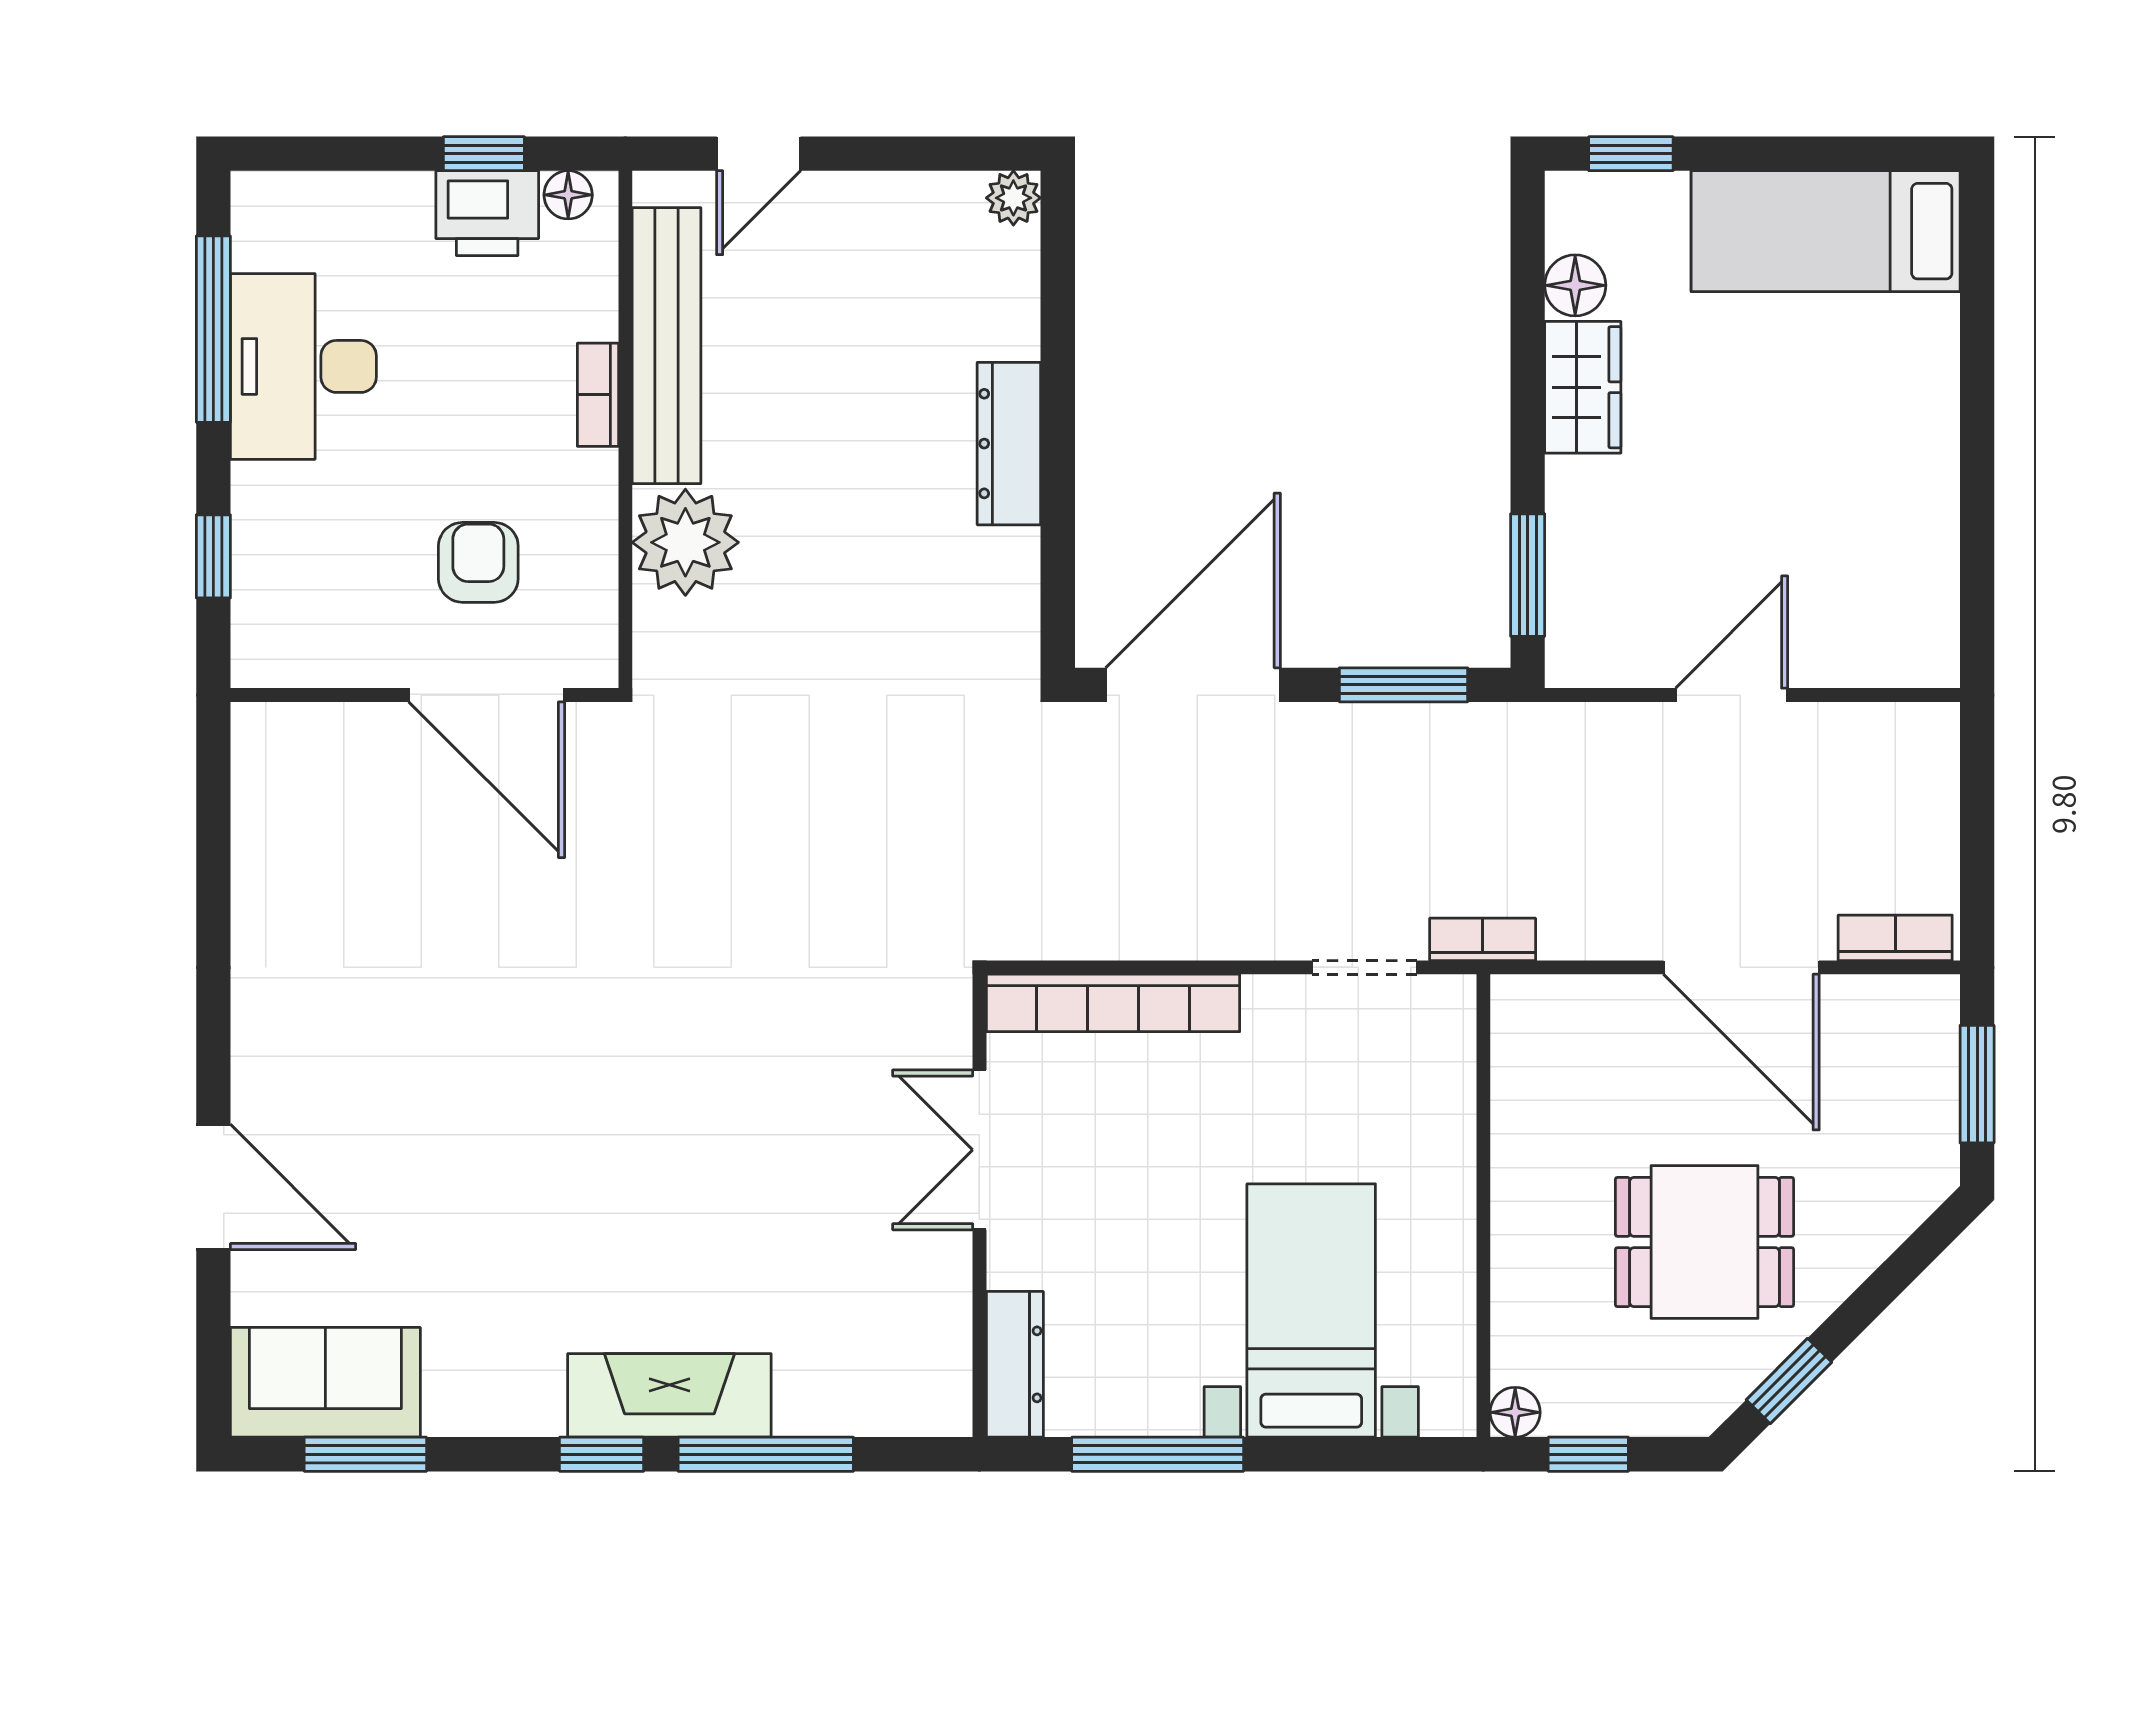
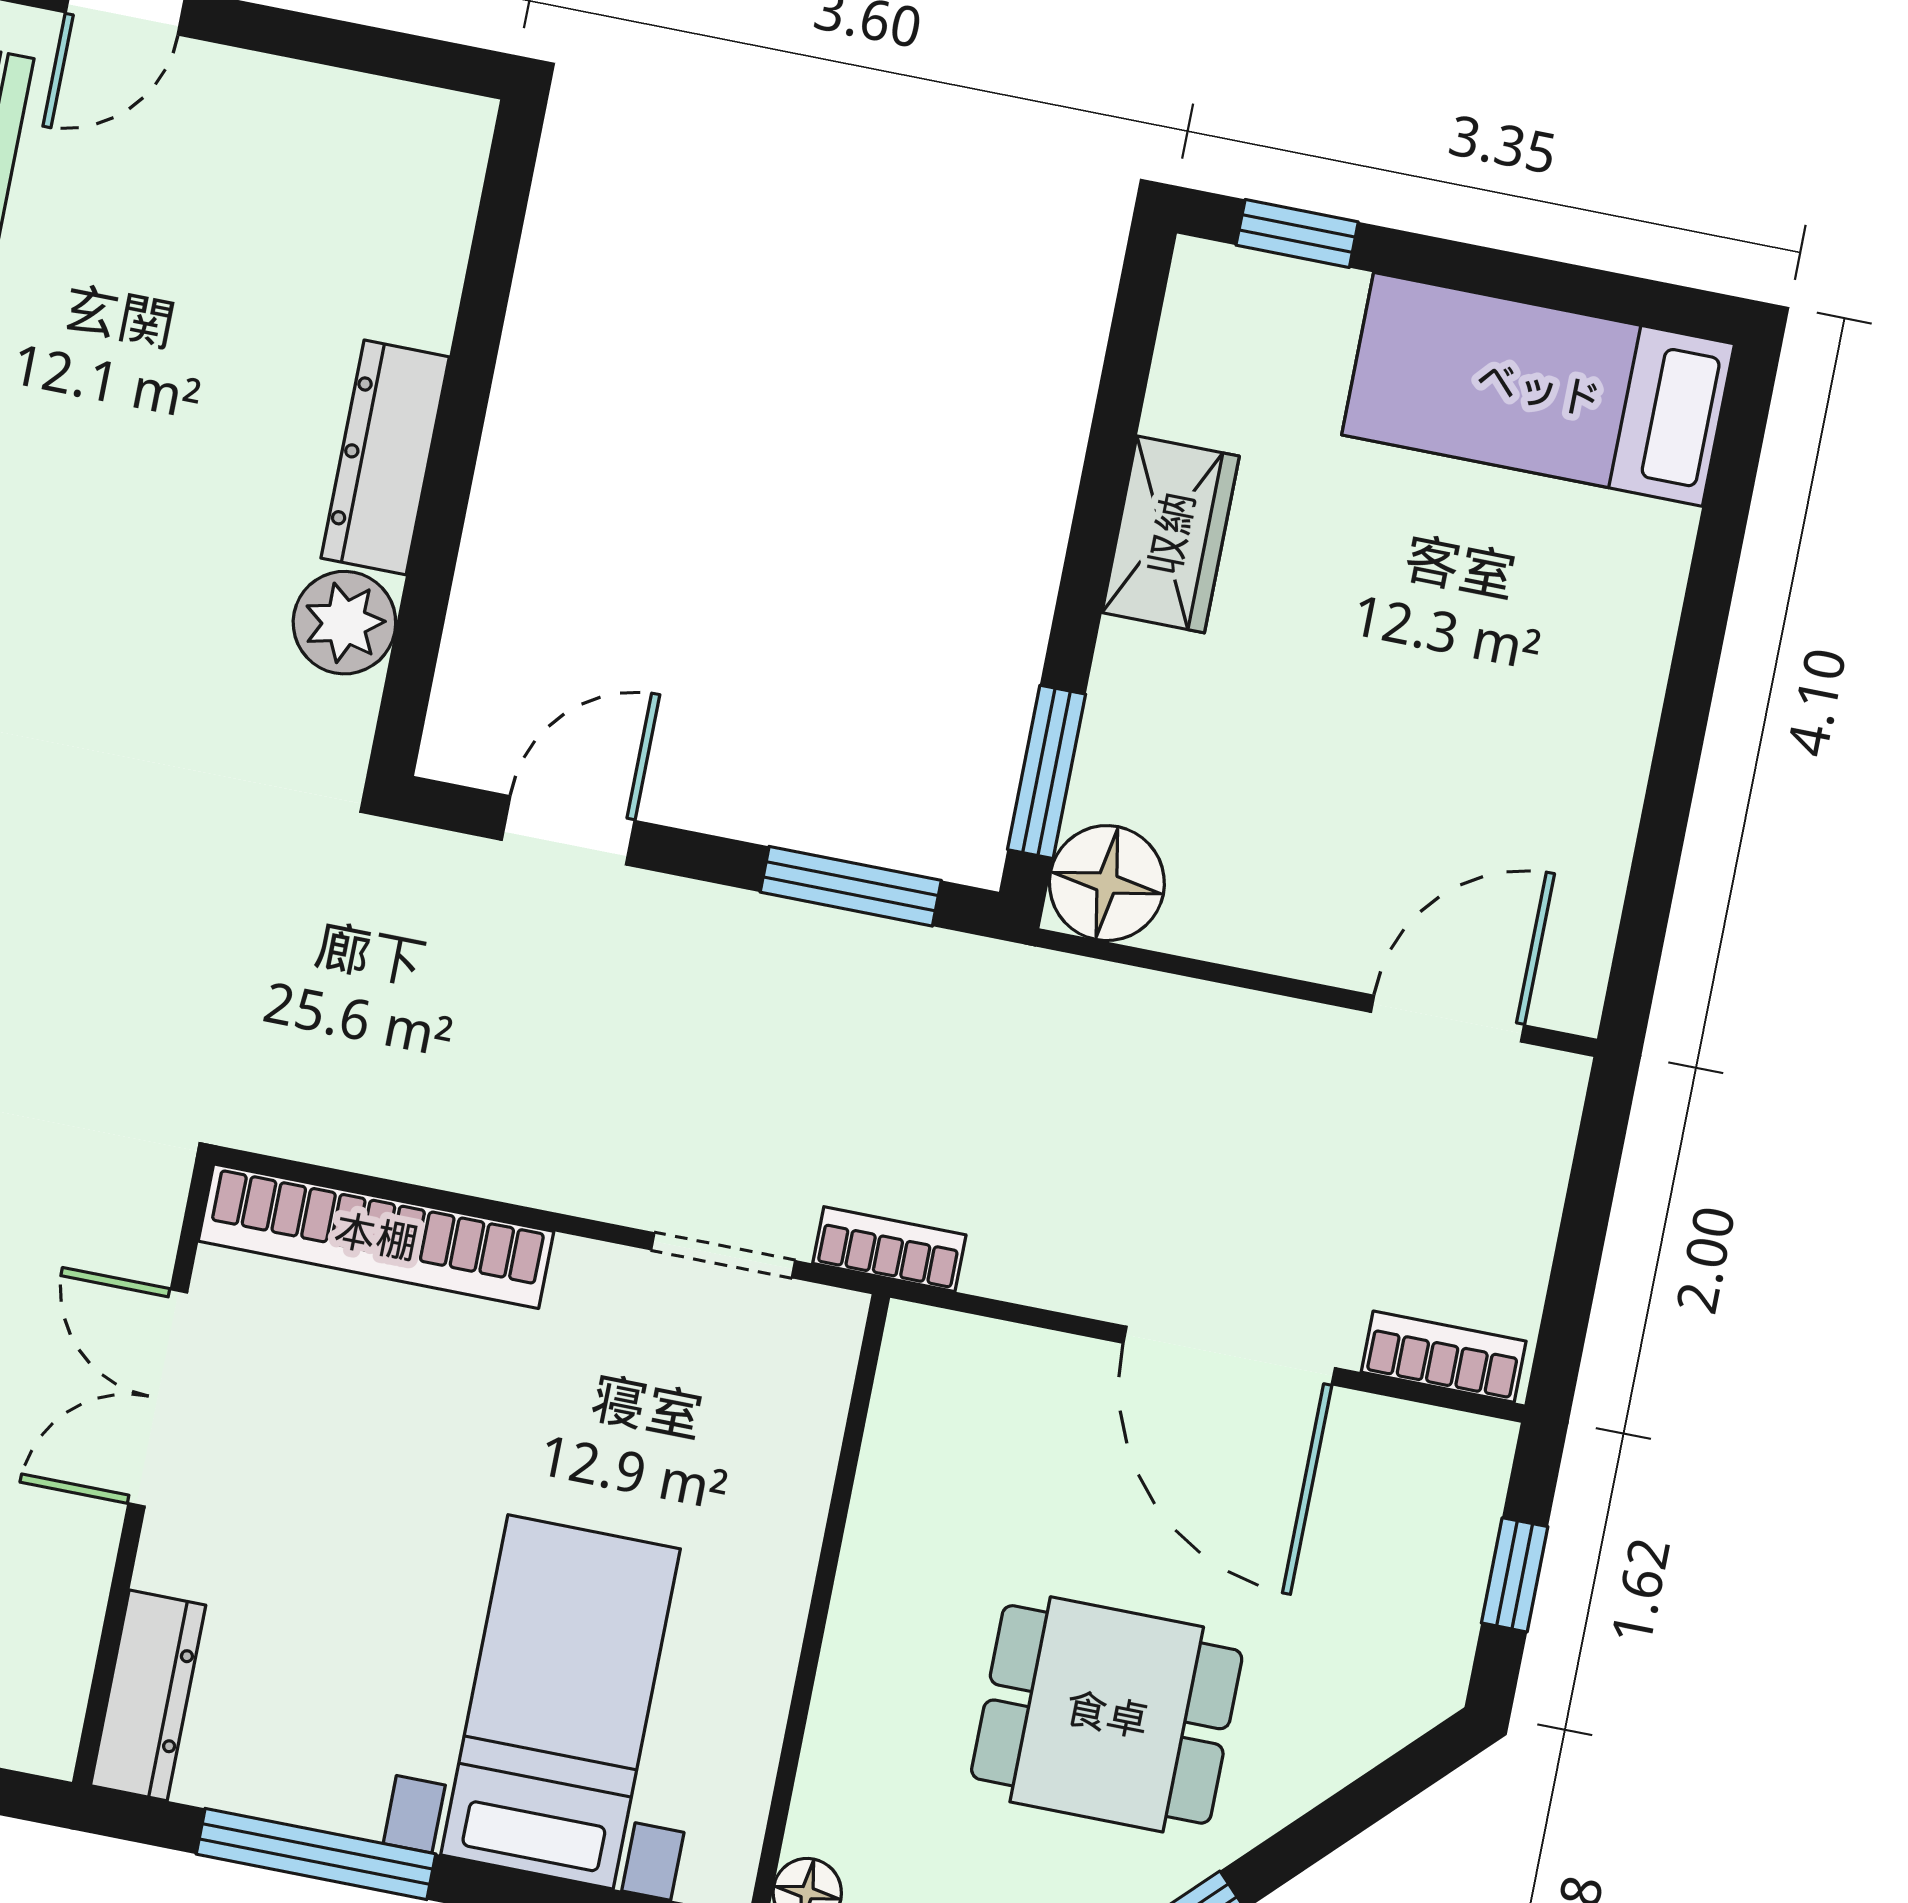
plant: (1013, 198) -> (344, 623), moved, width x1.38, depth x1.38
floor lamp: (1575, 285) -> (1107, 883), moved, width x1.38, depth x1.38
door: (1193, 685) -> (568, 830), width x0.53
door: (1732, 695) -> (1448, 1019), moved
window: (1977, 1084) -> (1515, 1575), width x0.67

